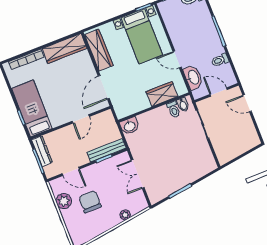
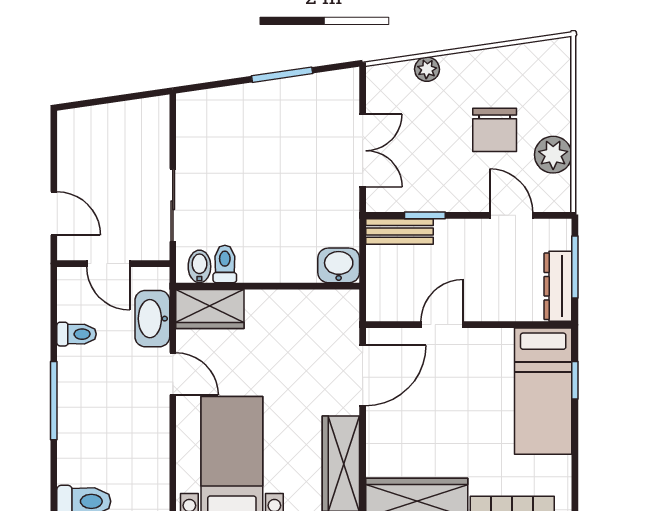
wardrobe: (162, 94) -> (210, 309), moved
bench: (107, 150) -> (399, 231), width x0.73

